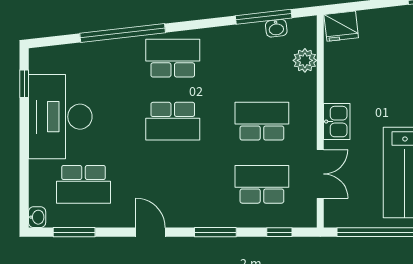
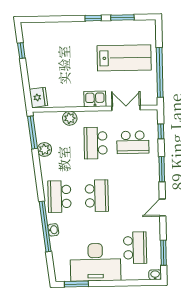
window: (264, 17) -> (32, 132), moved
washbasin: (276, 28) -> (53, 230), moved
plant: (253, 34) -> (44, 149), added
plant: (305, 60) -> (70, 118), moved
window: (24, 84) -> (76, 284), width x1.50
school desk: (262, 184) -> (133, 142), turned -90

